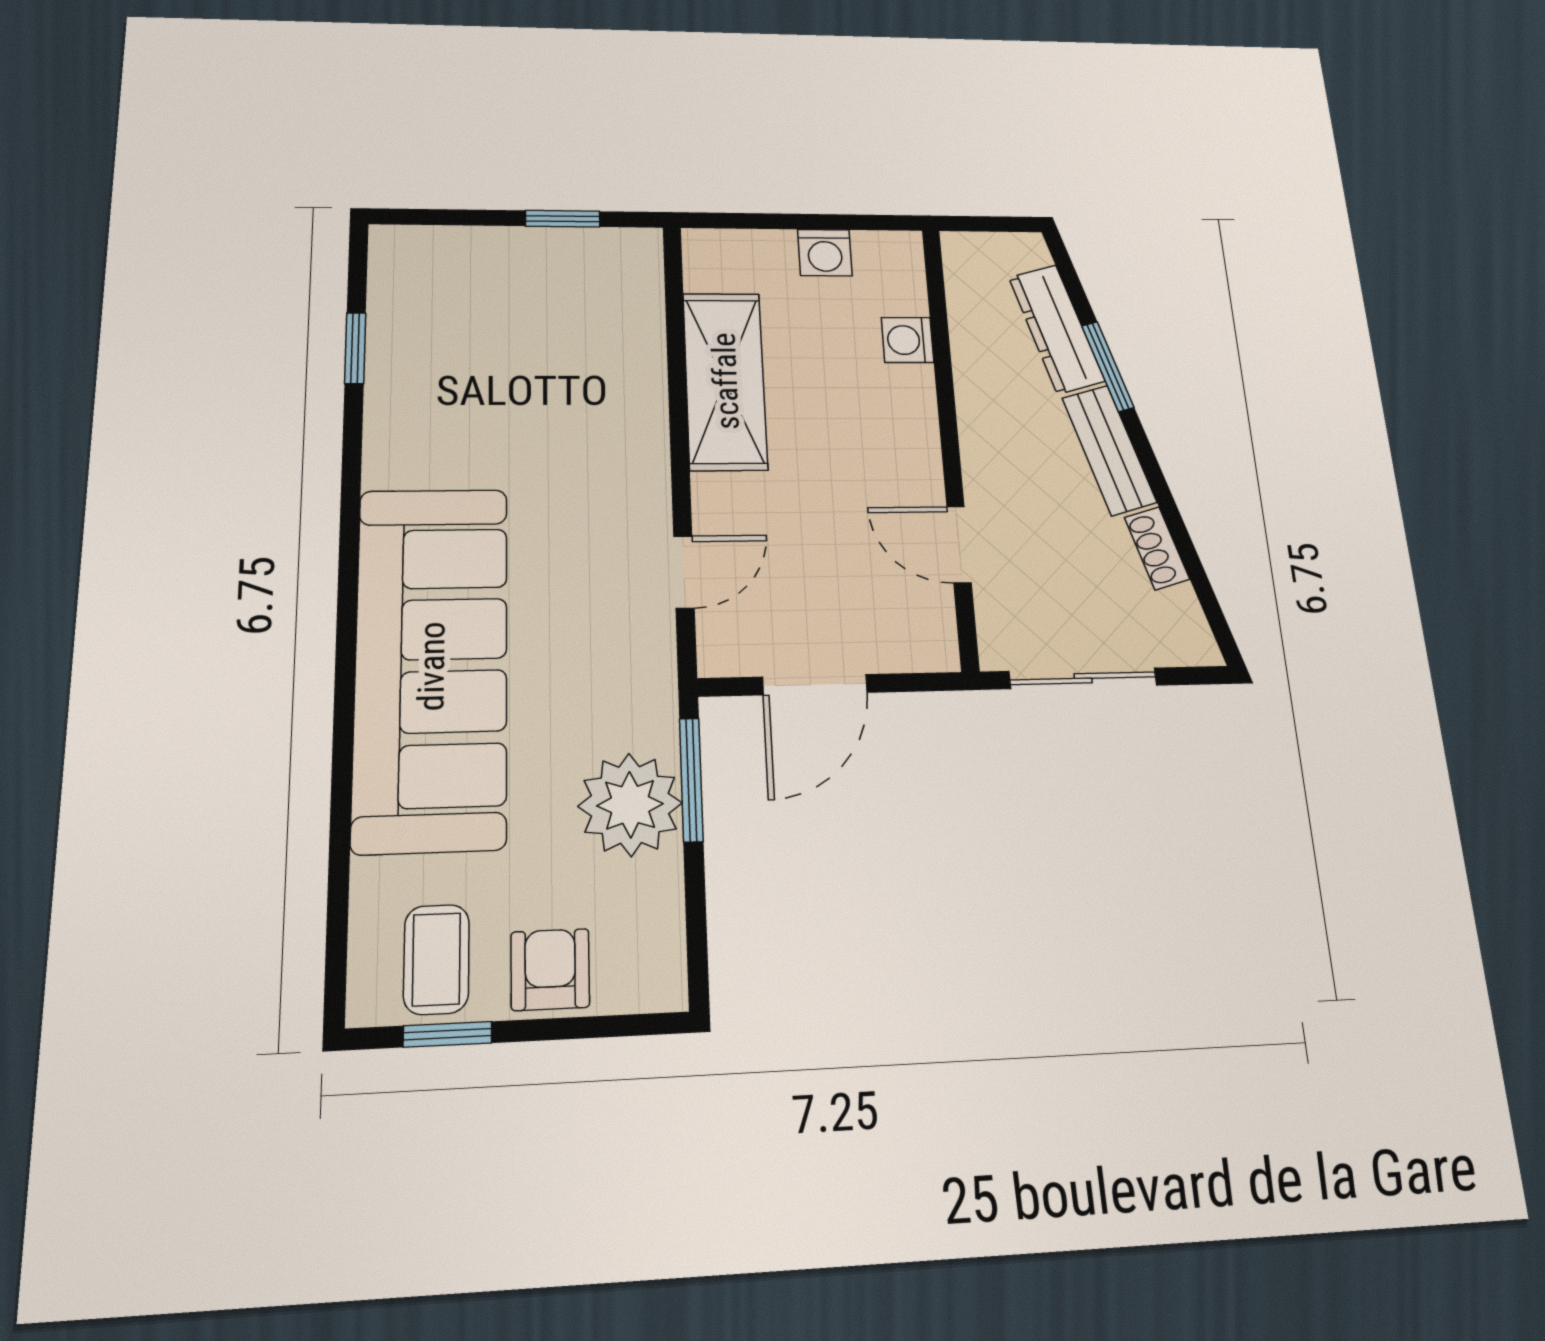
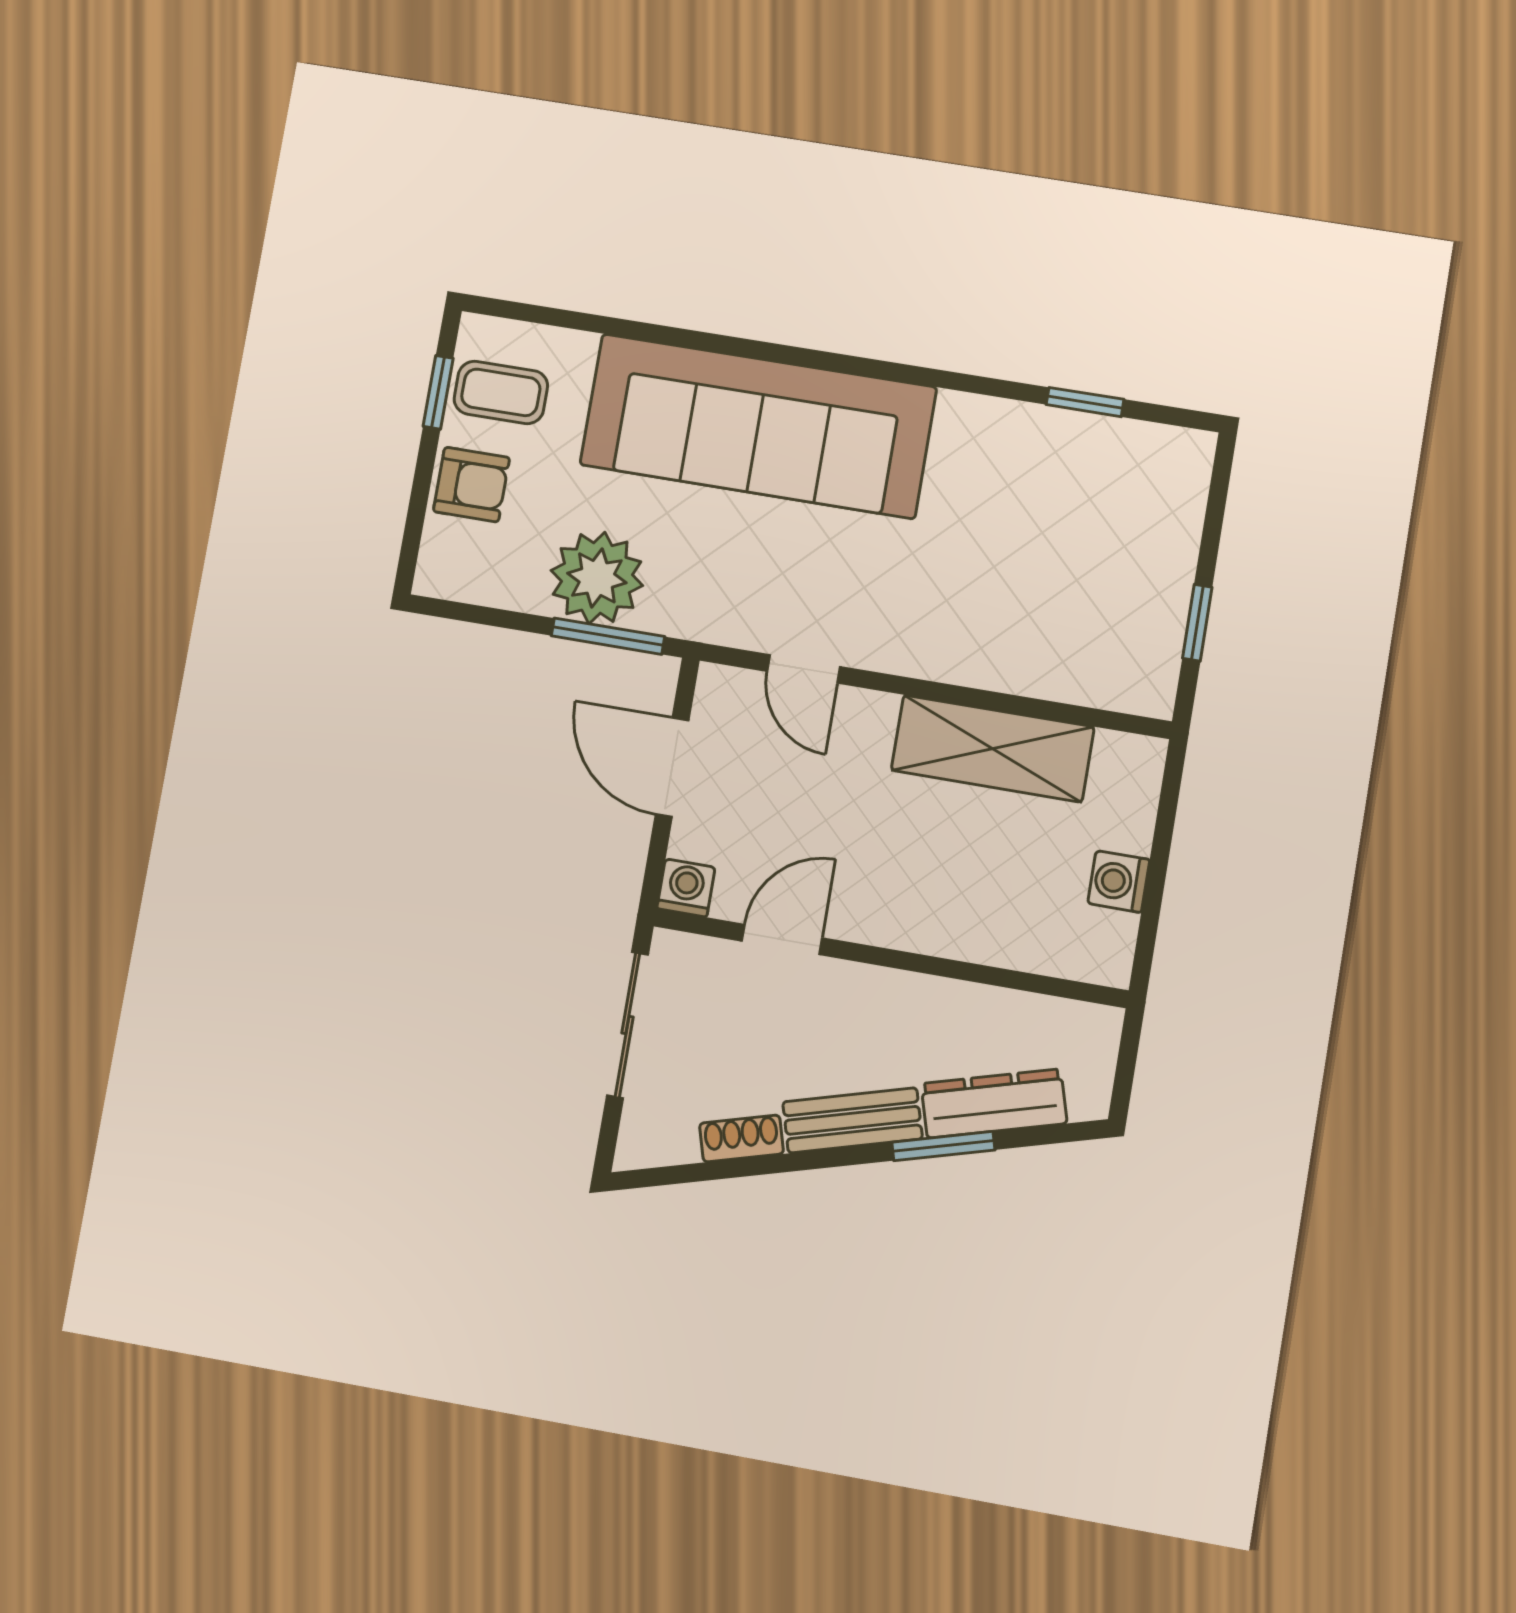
washing machine: (908, 340) -> (686, 888), moved

